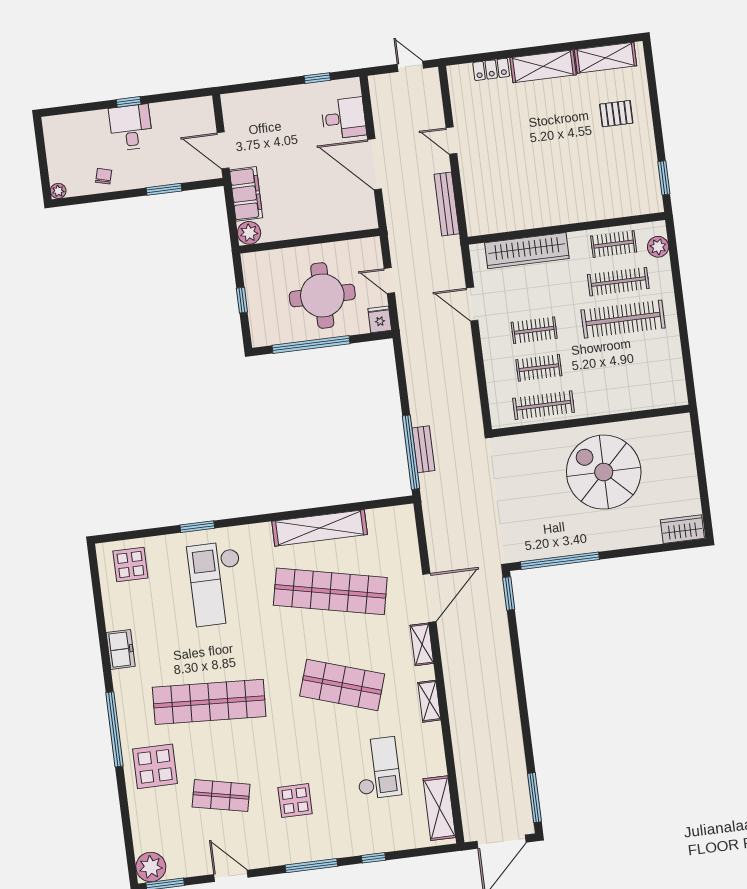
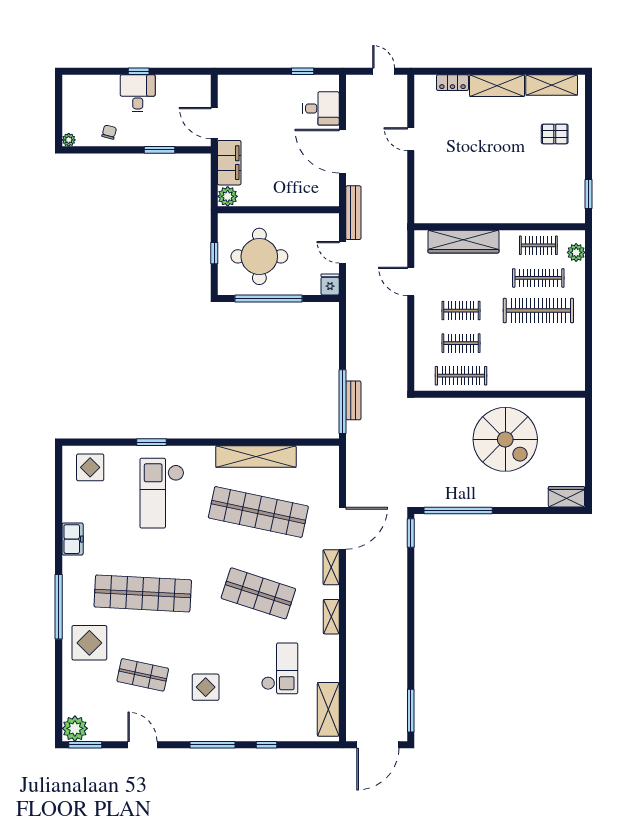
bench: (447, 204) -> (353, 213), moved
round table: (322, 296) -> (259, 256), moved
spiral stairs: (604, 472) -> (505, 439), turned 180

